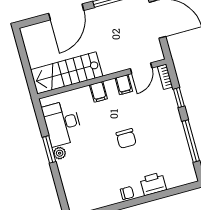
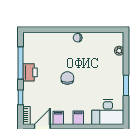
desk: (62, 123) -> (108, 112), moved, turned 90
plant: (60, 153) -> (119, 51), moved
printer: (153, 184) -> (30, 72), moved, turned -90

